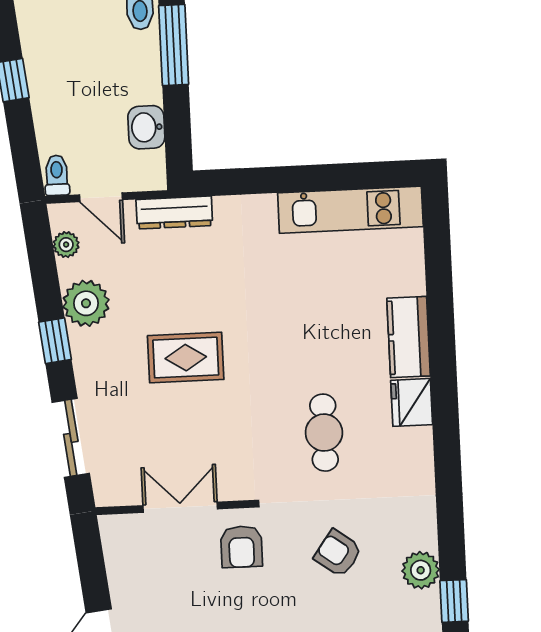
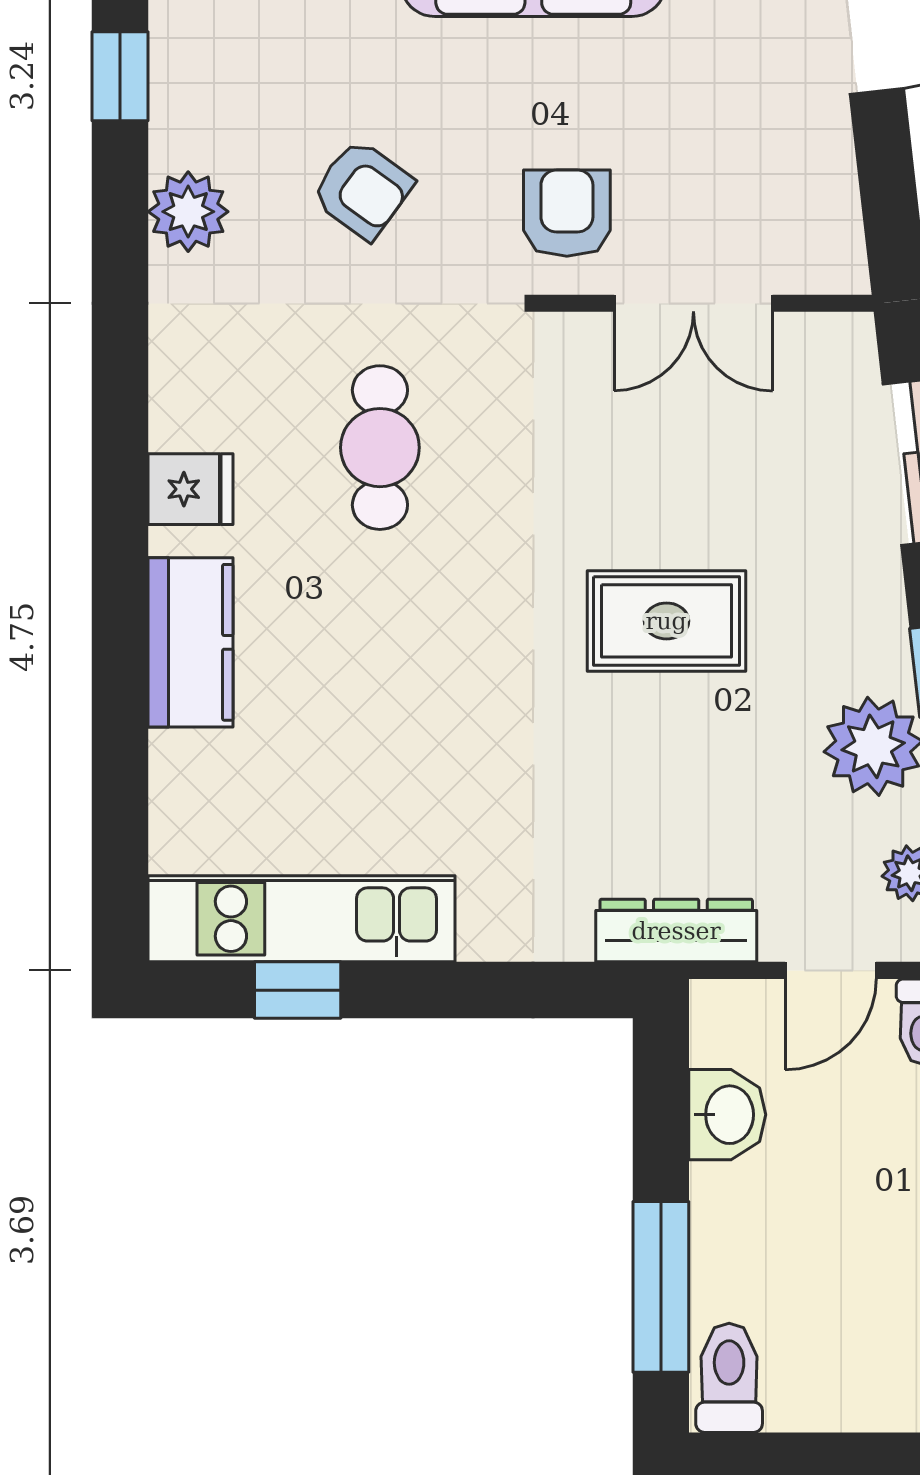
window: (351, 176) -> (298, 990), added
door: (101, 197) -> (831, 970), swing flipped
fridge: (412, 402) -> (191, 489), width x0.72
plant: (421, 570) -> (188, 212), moved

